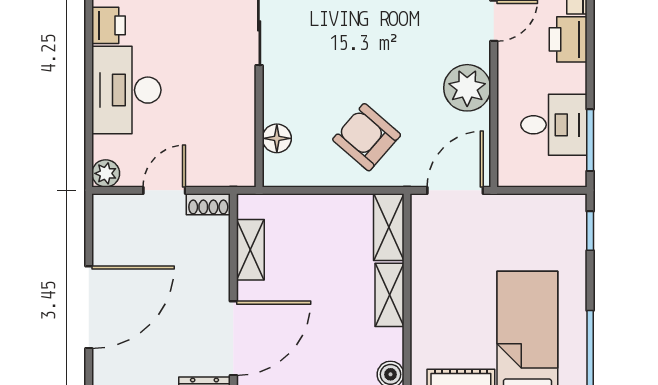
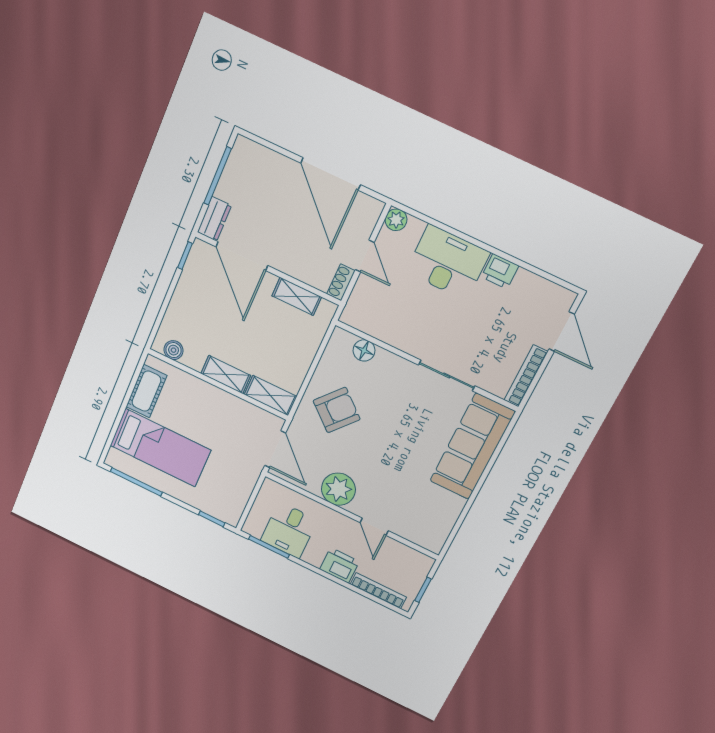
door: (89, 307) -> (331, 174), moved

